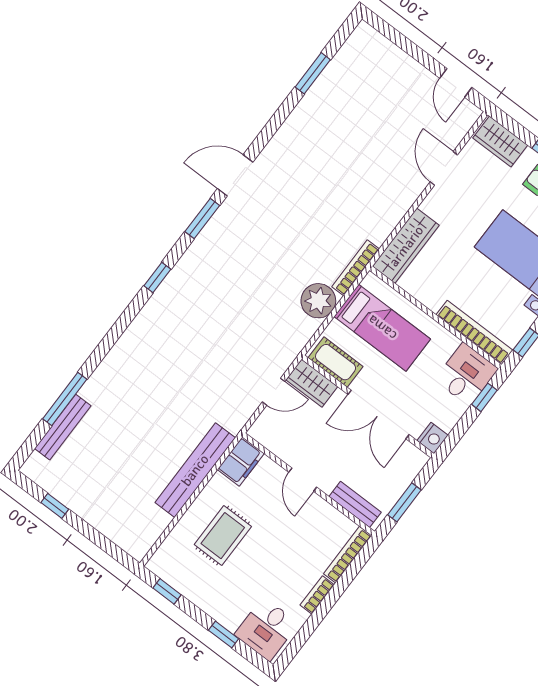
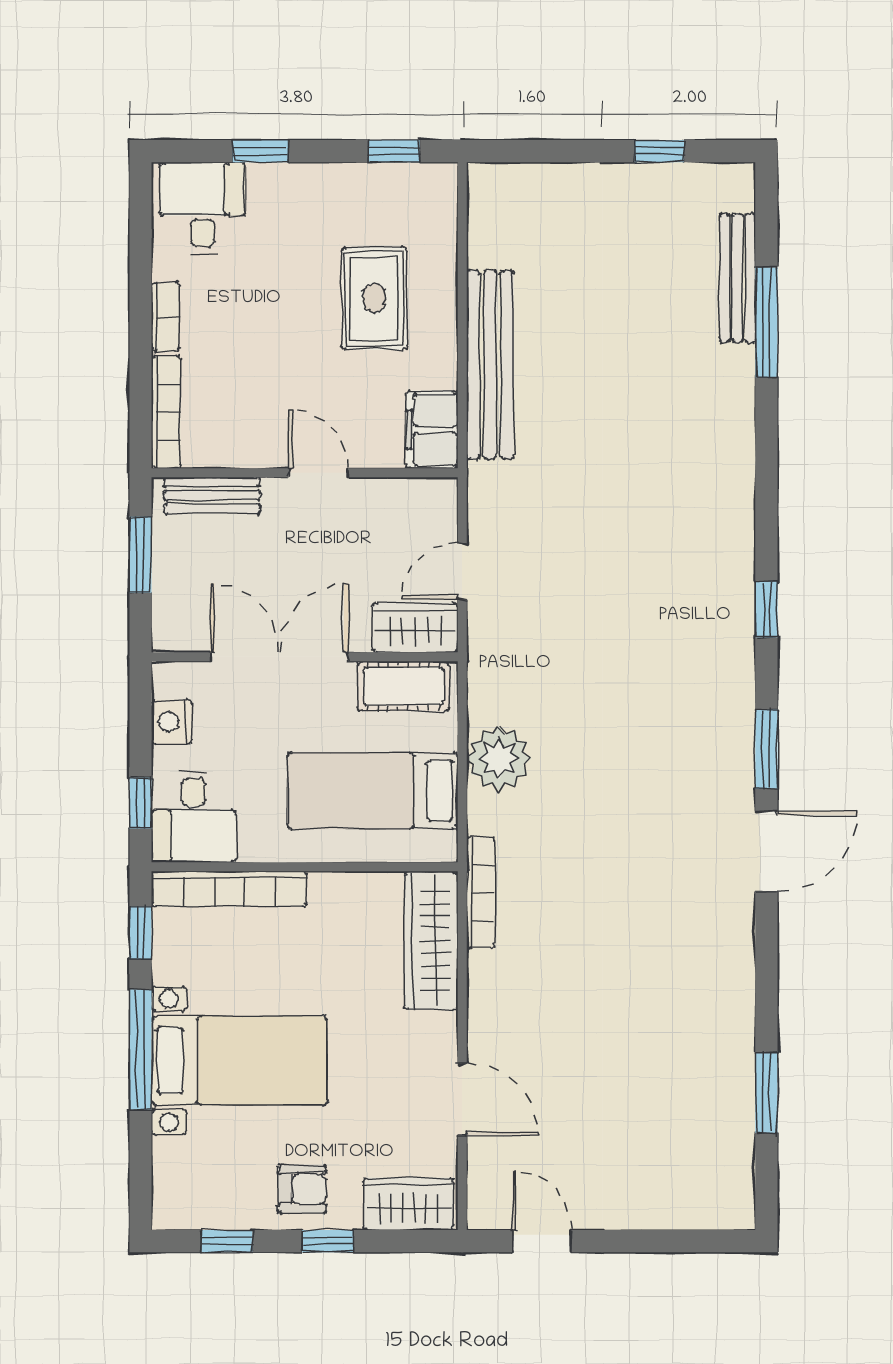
bookcase: (356, 268) -> (481, 892), moved
nightstand: (433, 438) -> (172, 722), moved

